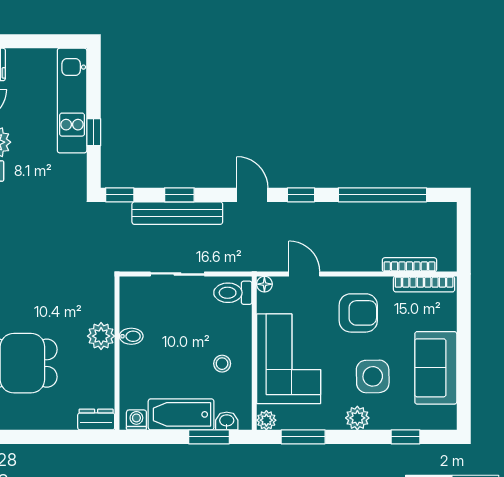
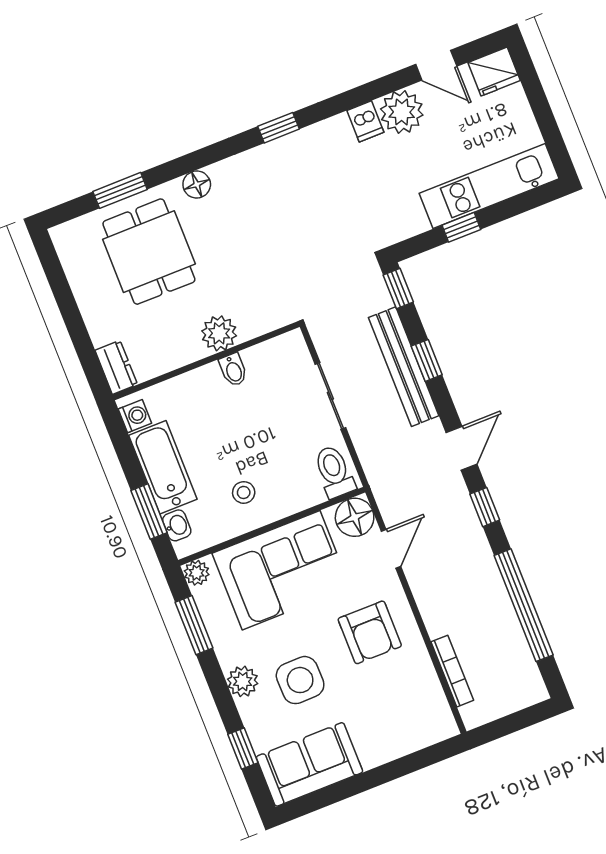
floor lamp: (264, 284) -> (355, 517), width x1.89, depth x1.89
bookcase: (424, 284) -> (436, 698), removed
sofa: (436, 368) -> (309, 764), moved

